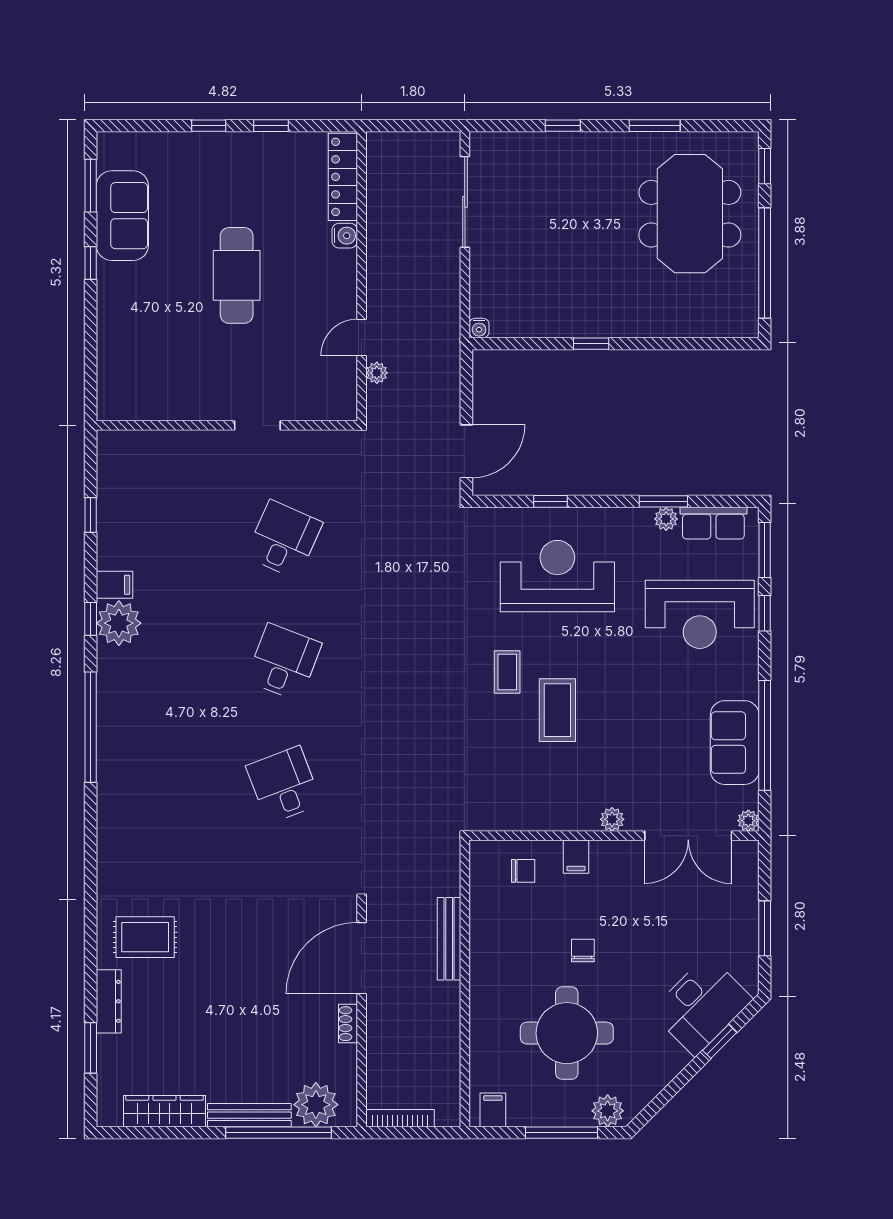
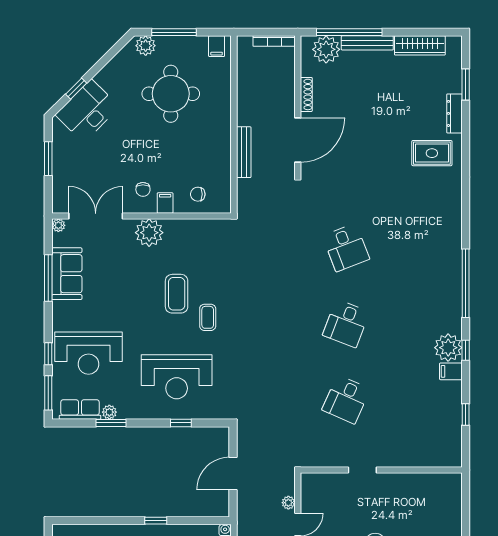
door: (466, 451) -> (233, 474), moved
reception desk: (700, 614) -> (88, 353), turned 180
window: (765, 735) -> (48, 278), width x0.68
plant: (612, 819) -> (149, 233), width x1.88, depth x1.88
chair: (583, 950) -> (143, 189), moved
shoe rack: (348, 1024) -> (306, 94), width x1.43

